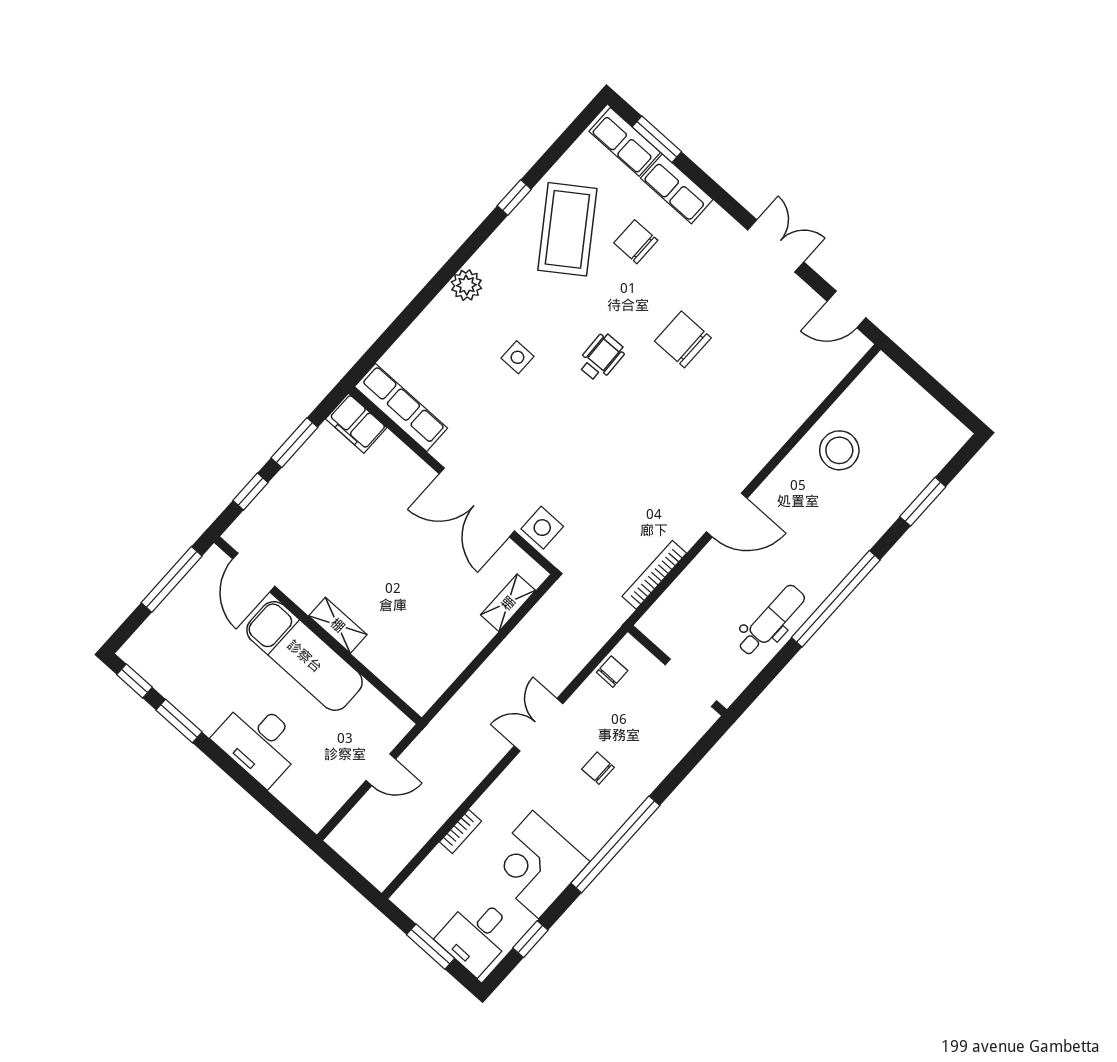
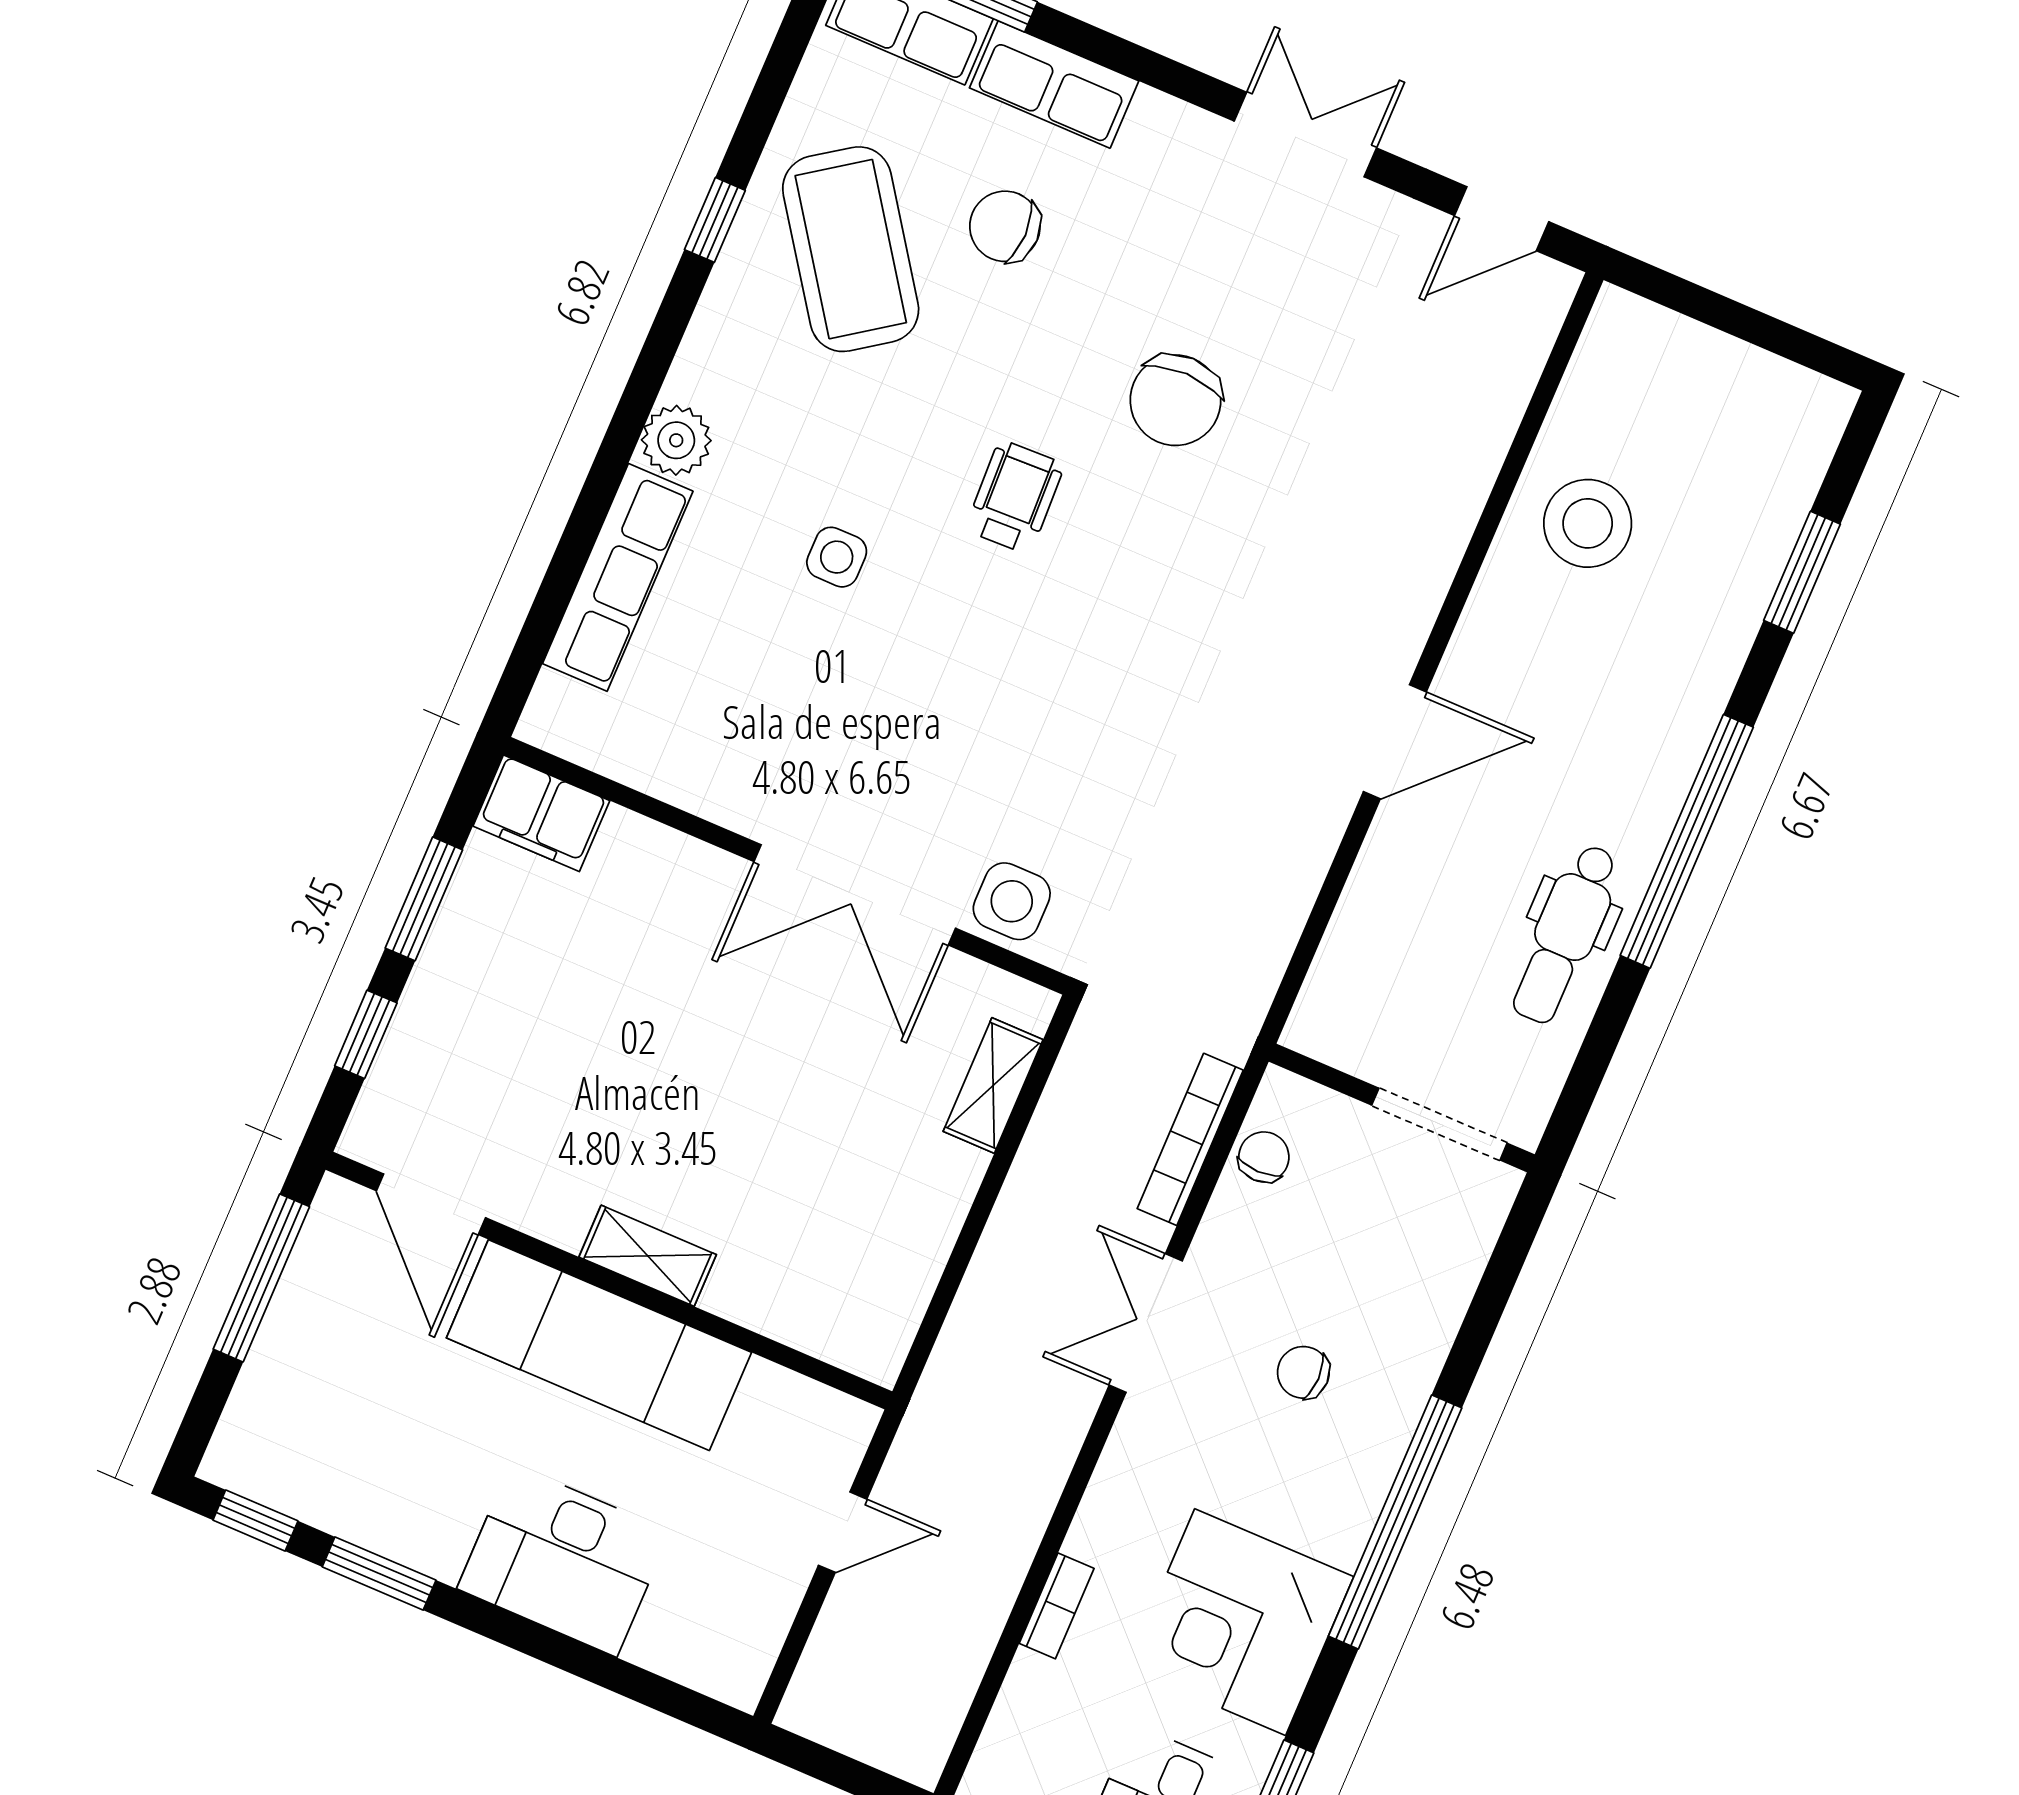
chair: (683, 339) -> (1176, 400), turned -90
row of seats: (401, 407) -> (618, 577), moved, turned 90
bookcase: (654, 575) -> (1190, 1139), moved
dental chair: (771, 620) -> (1565, 934), turned 180

